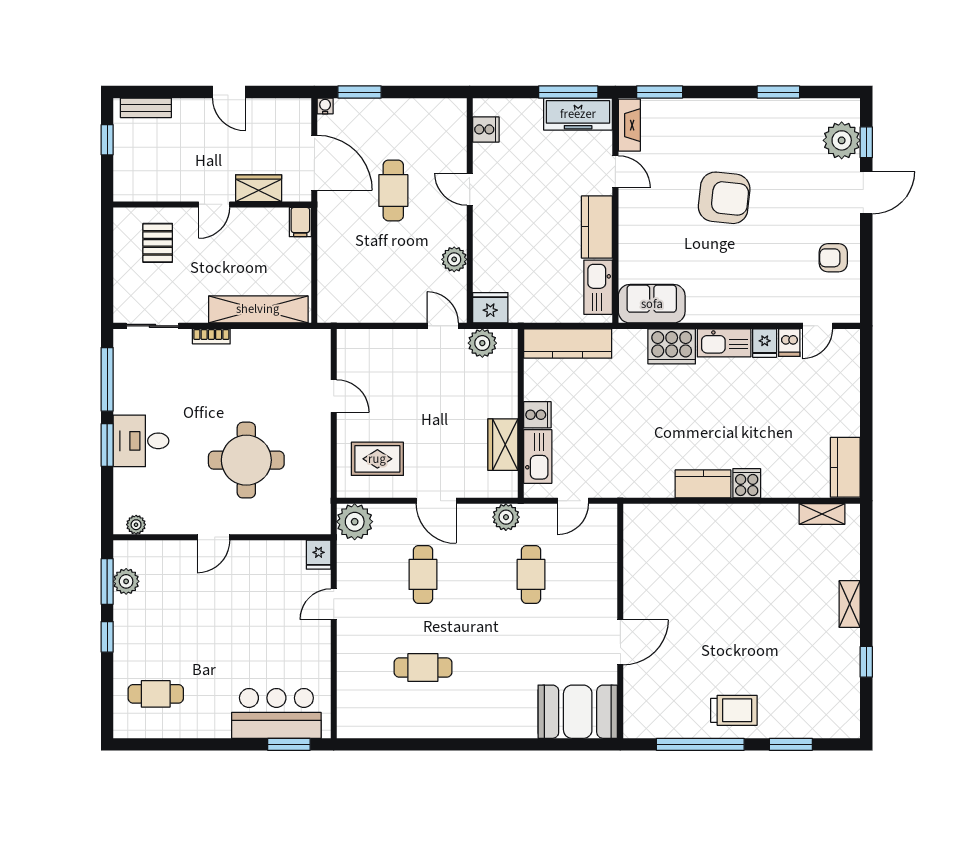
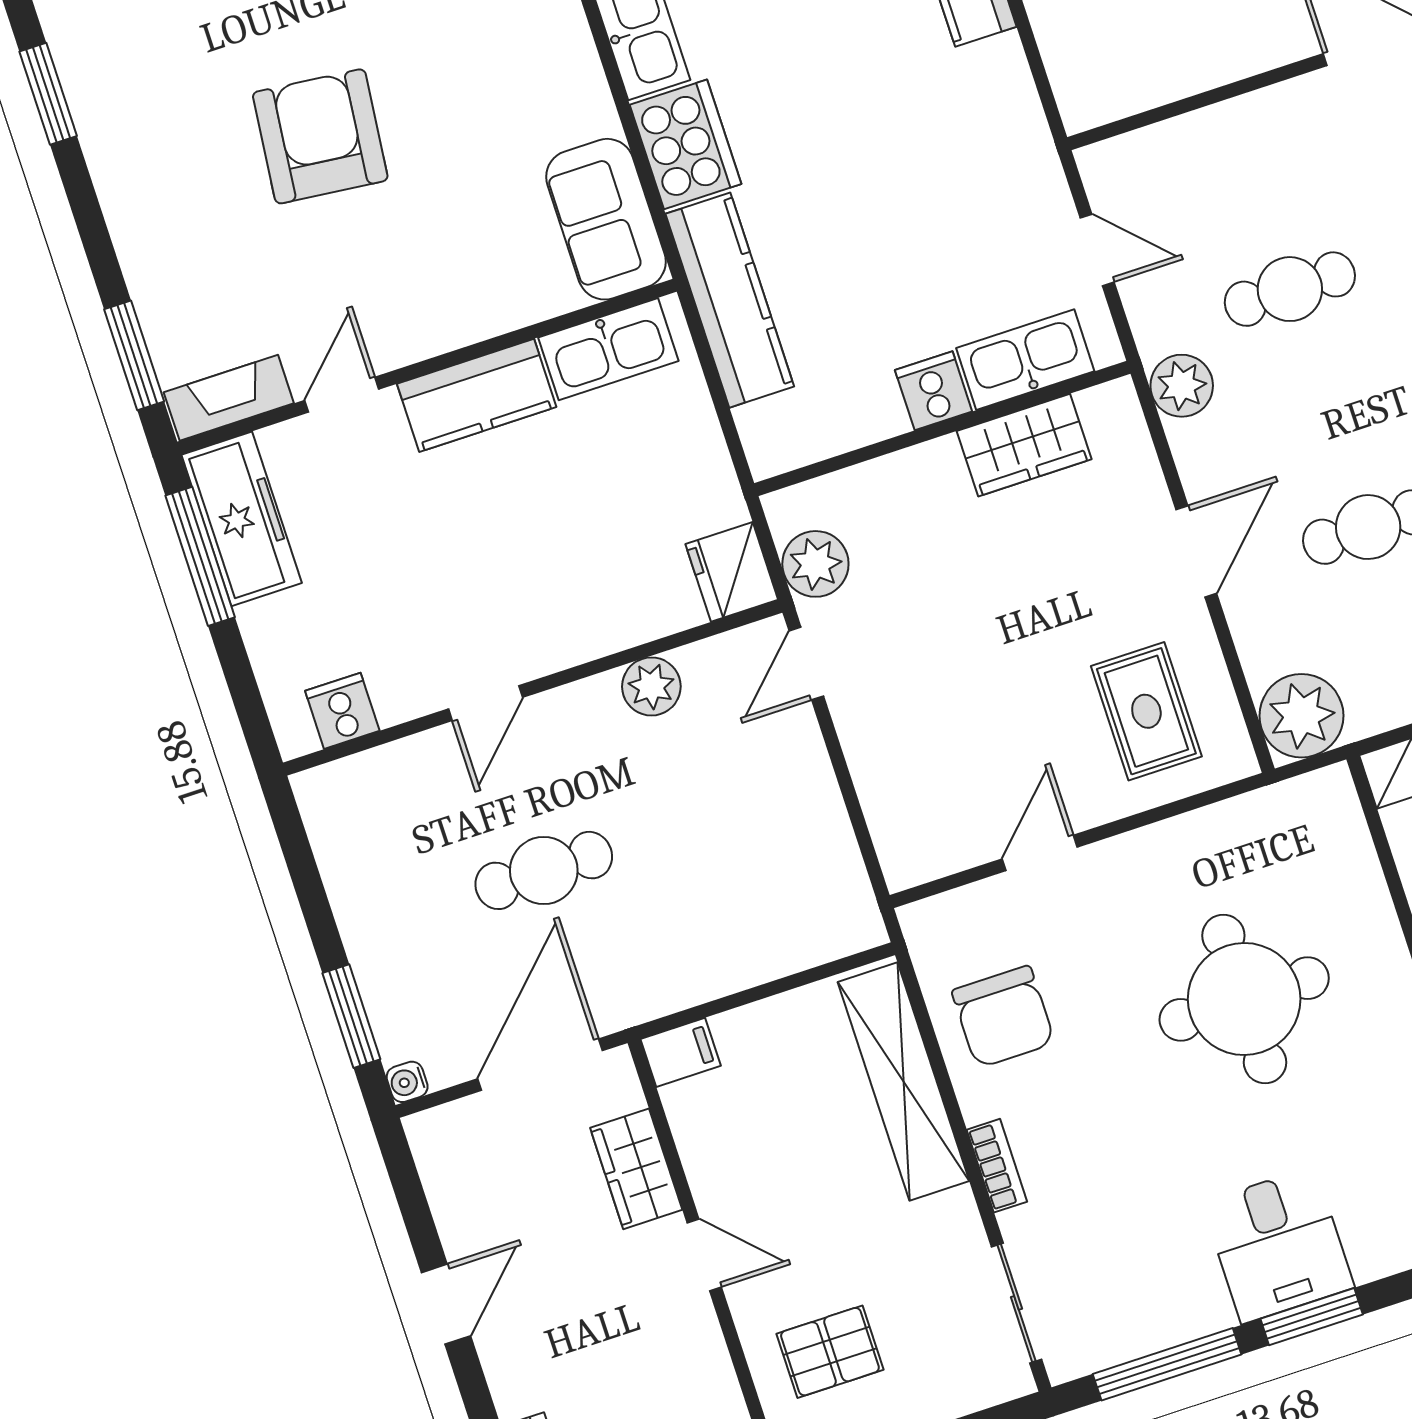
kitchen counter: (568, 343) -> (730, 300), moved
chair: (272, 359) -> (1003, 1017), added

